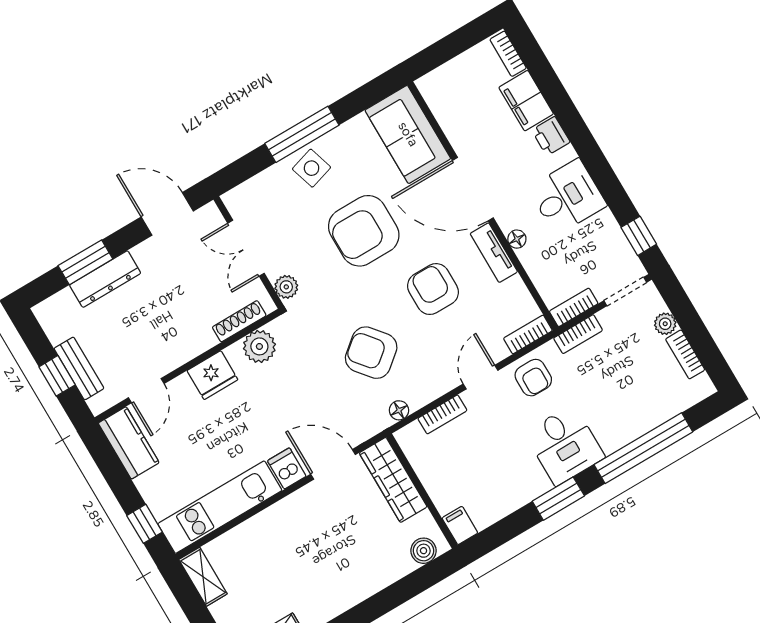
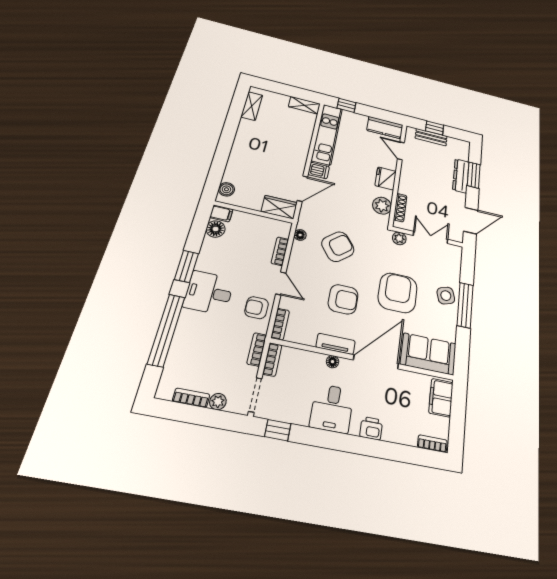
filing cabinet: (526, 101) -> (441, 398), moved, turned -90
wardrobe: (393, 480) -> (279, 207), width x0.67
floor lamp: (485, 512) -> (216, 229), added

